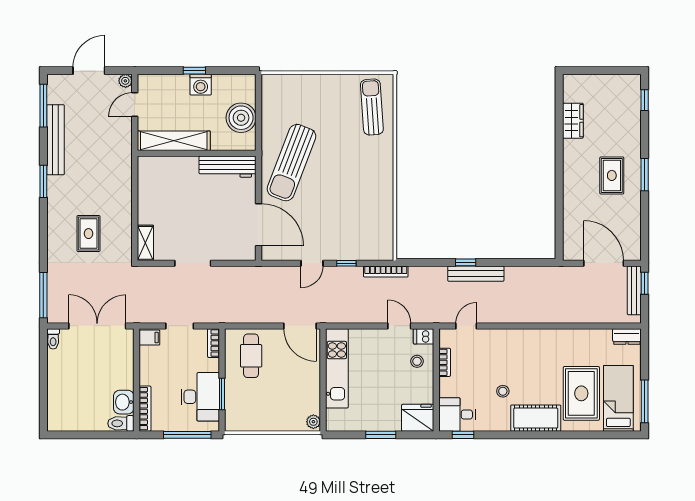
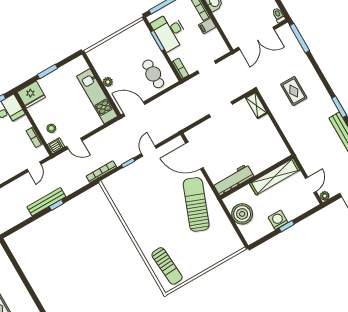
filing cabinet: (149, 338) -> (207, 26), moved
plant: (313, 422) -> (108, 82), moved

